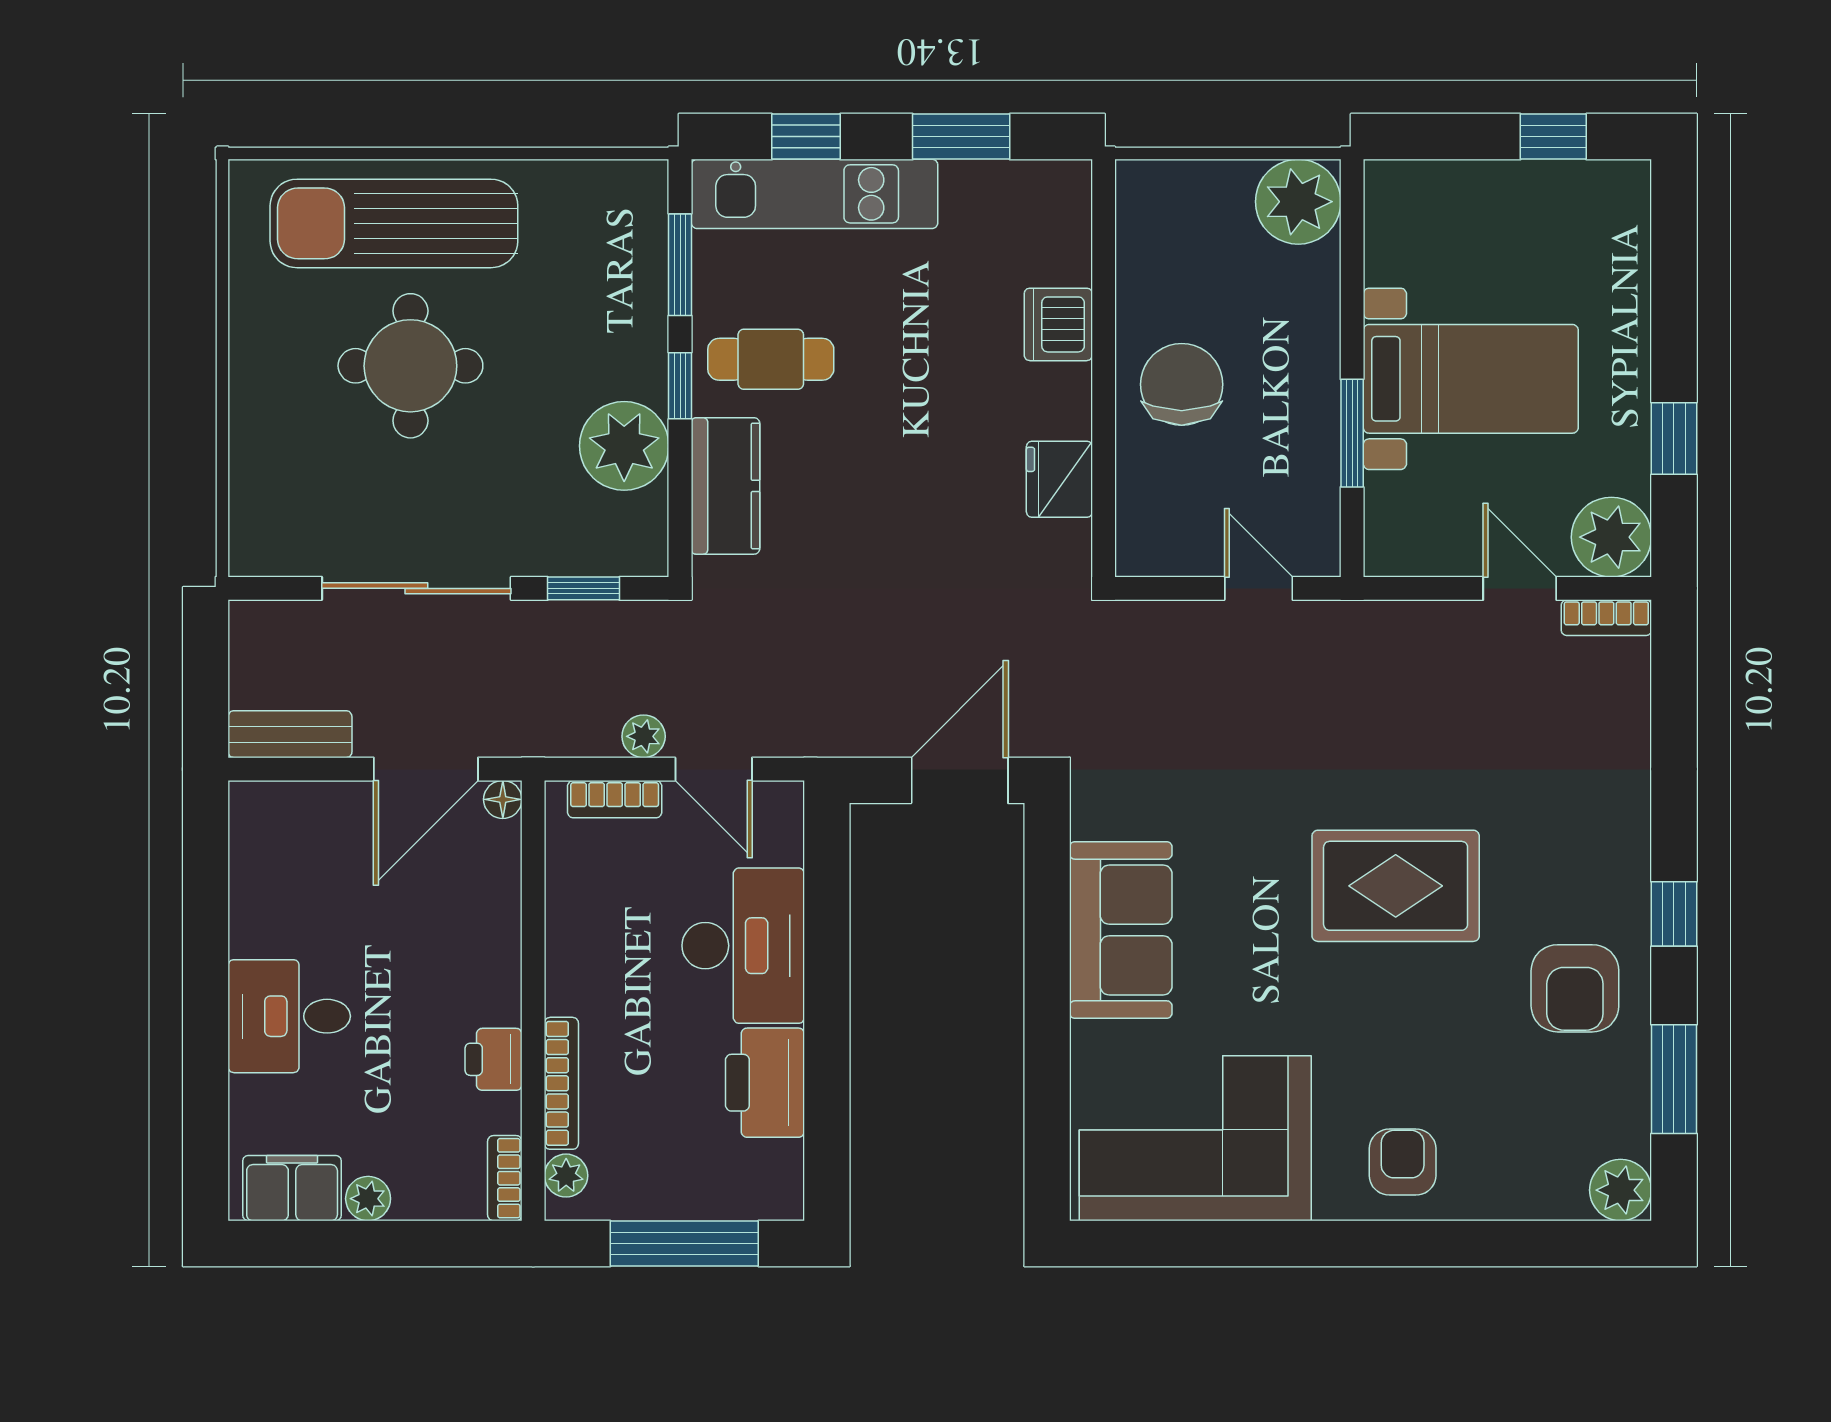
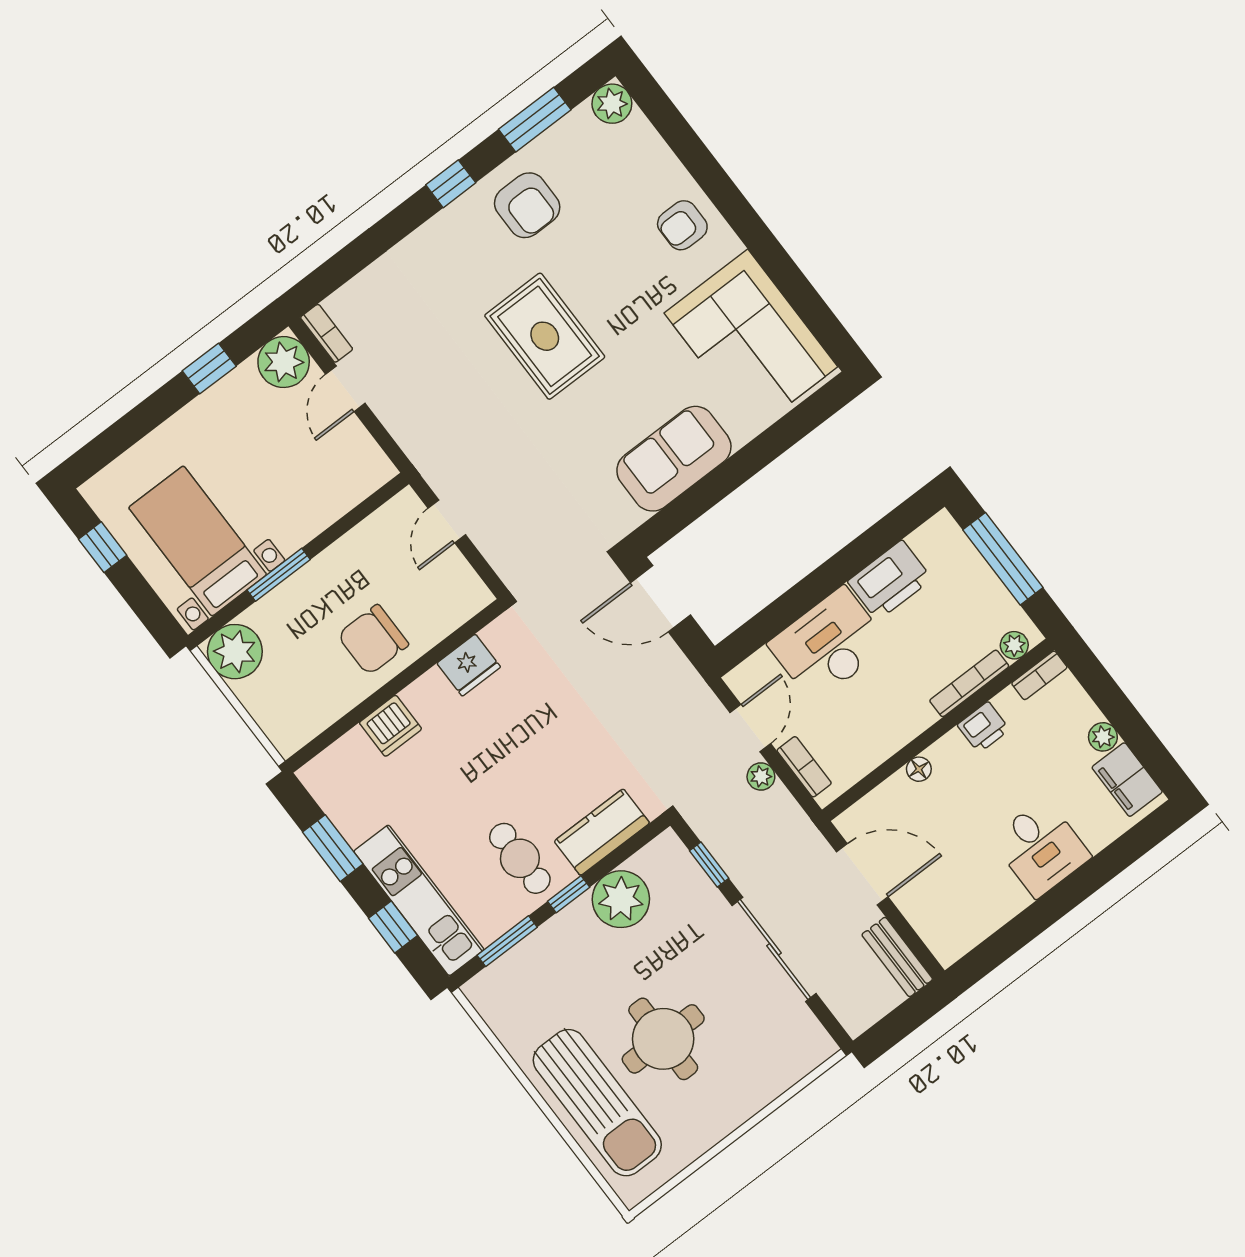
bed with nightstands: (1471, 379) -> (198, 541), moved
window: (1352, 433) -> (279, 575), moved
floor lamp: (503, 799) -> (919, 769), moved
armchair: (1575, 988) -> (527, 205), turned 90

